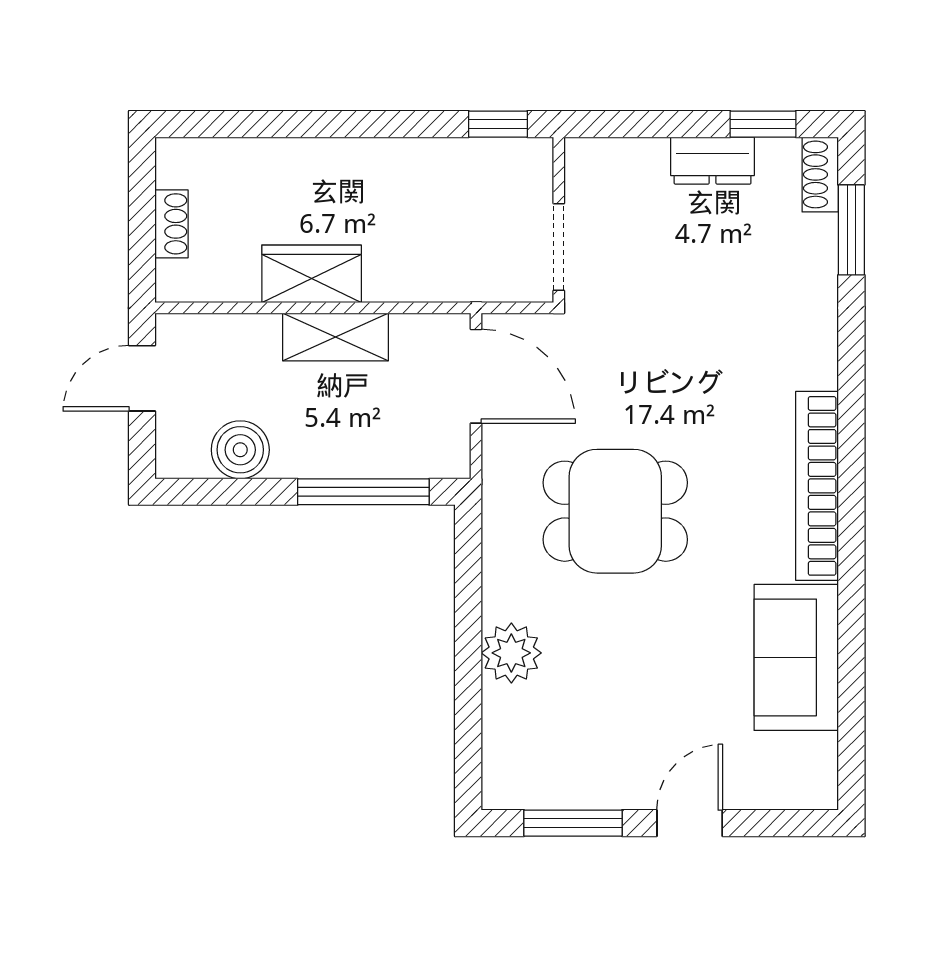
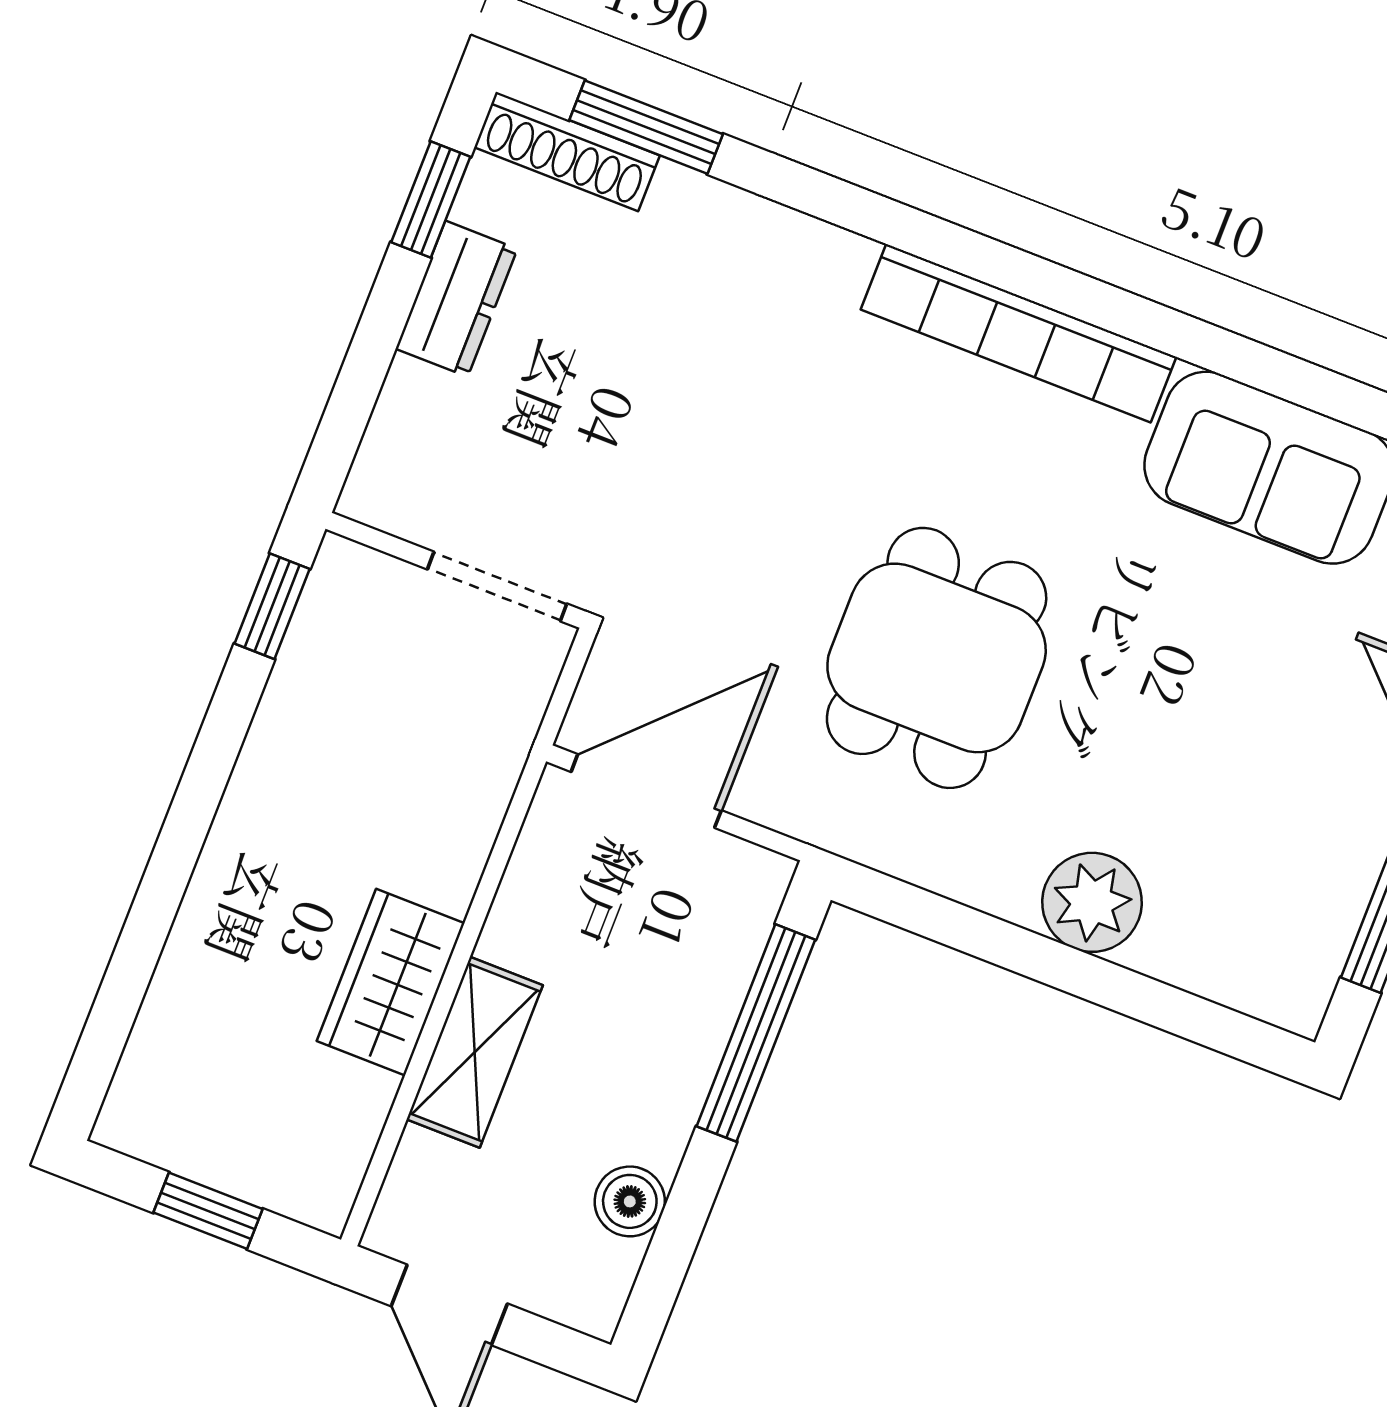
shoe rack: (820, 174) -> (567, 151), width x1.43
window: (142, 221) -> (208, 1211), added
shoe rack: (171, 224) -> (230, 1167), removed
shelving: (335, 337) -> (475, 1052), moved
boiler: (240, 450) -> (630, 1201), width x0.73, depth x0.73

